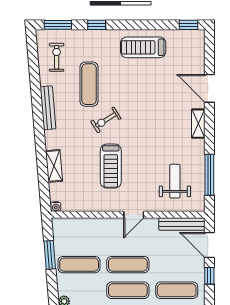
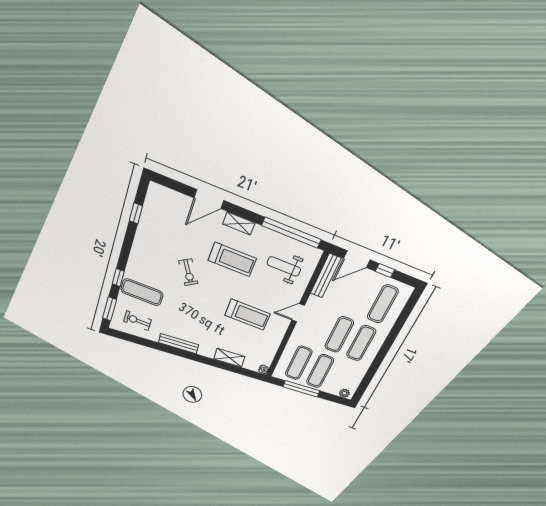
window: (188, 25) -> (136, 213), moved
treadmill: (143, 47) -> (232, 259), moved, turned -90
exercise mat: (89, 84) -> (142, 292), moved
exercise bike: (106, 120) -> (188, 272), moved
window: (209, 175) -> (291, 233), width x1.46
door: (134, 215) -> (298, 313), swing flipped
exercise mat: (79, 239) -> (299, 363), added
window: (50, 255) -> (301, 389), width x1.44

